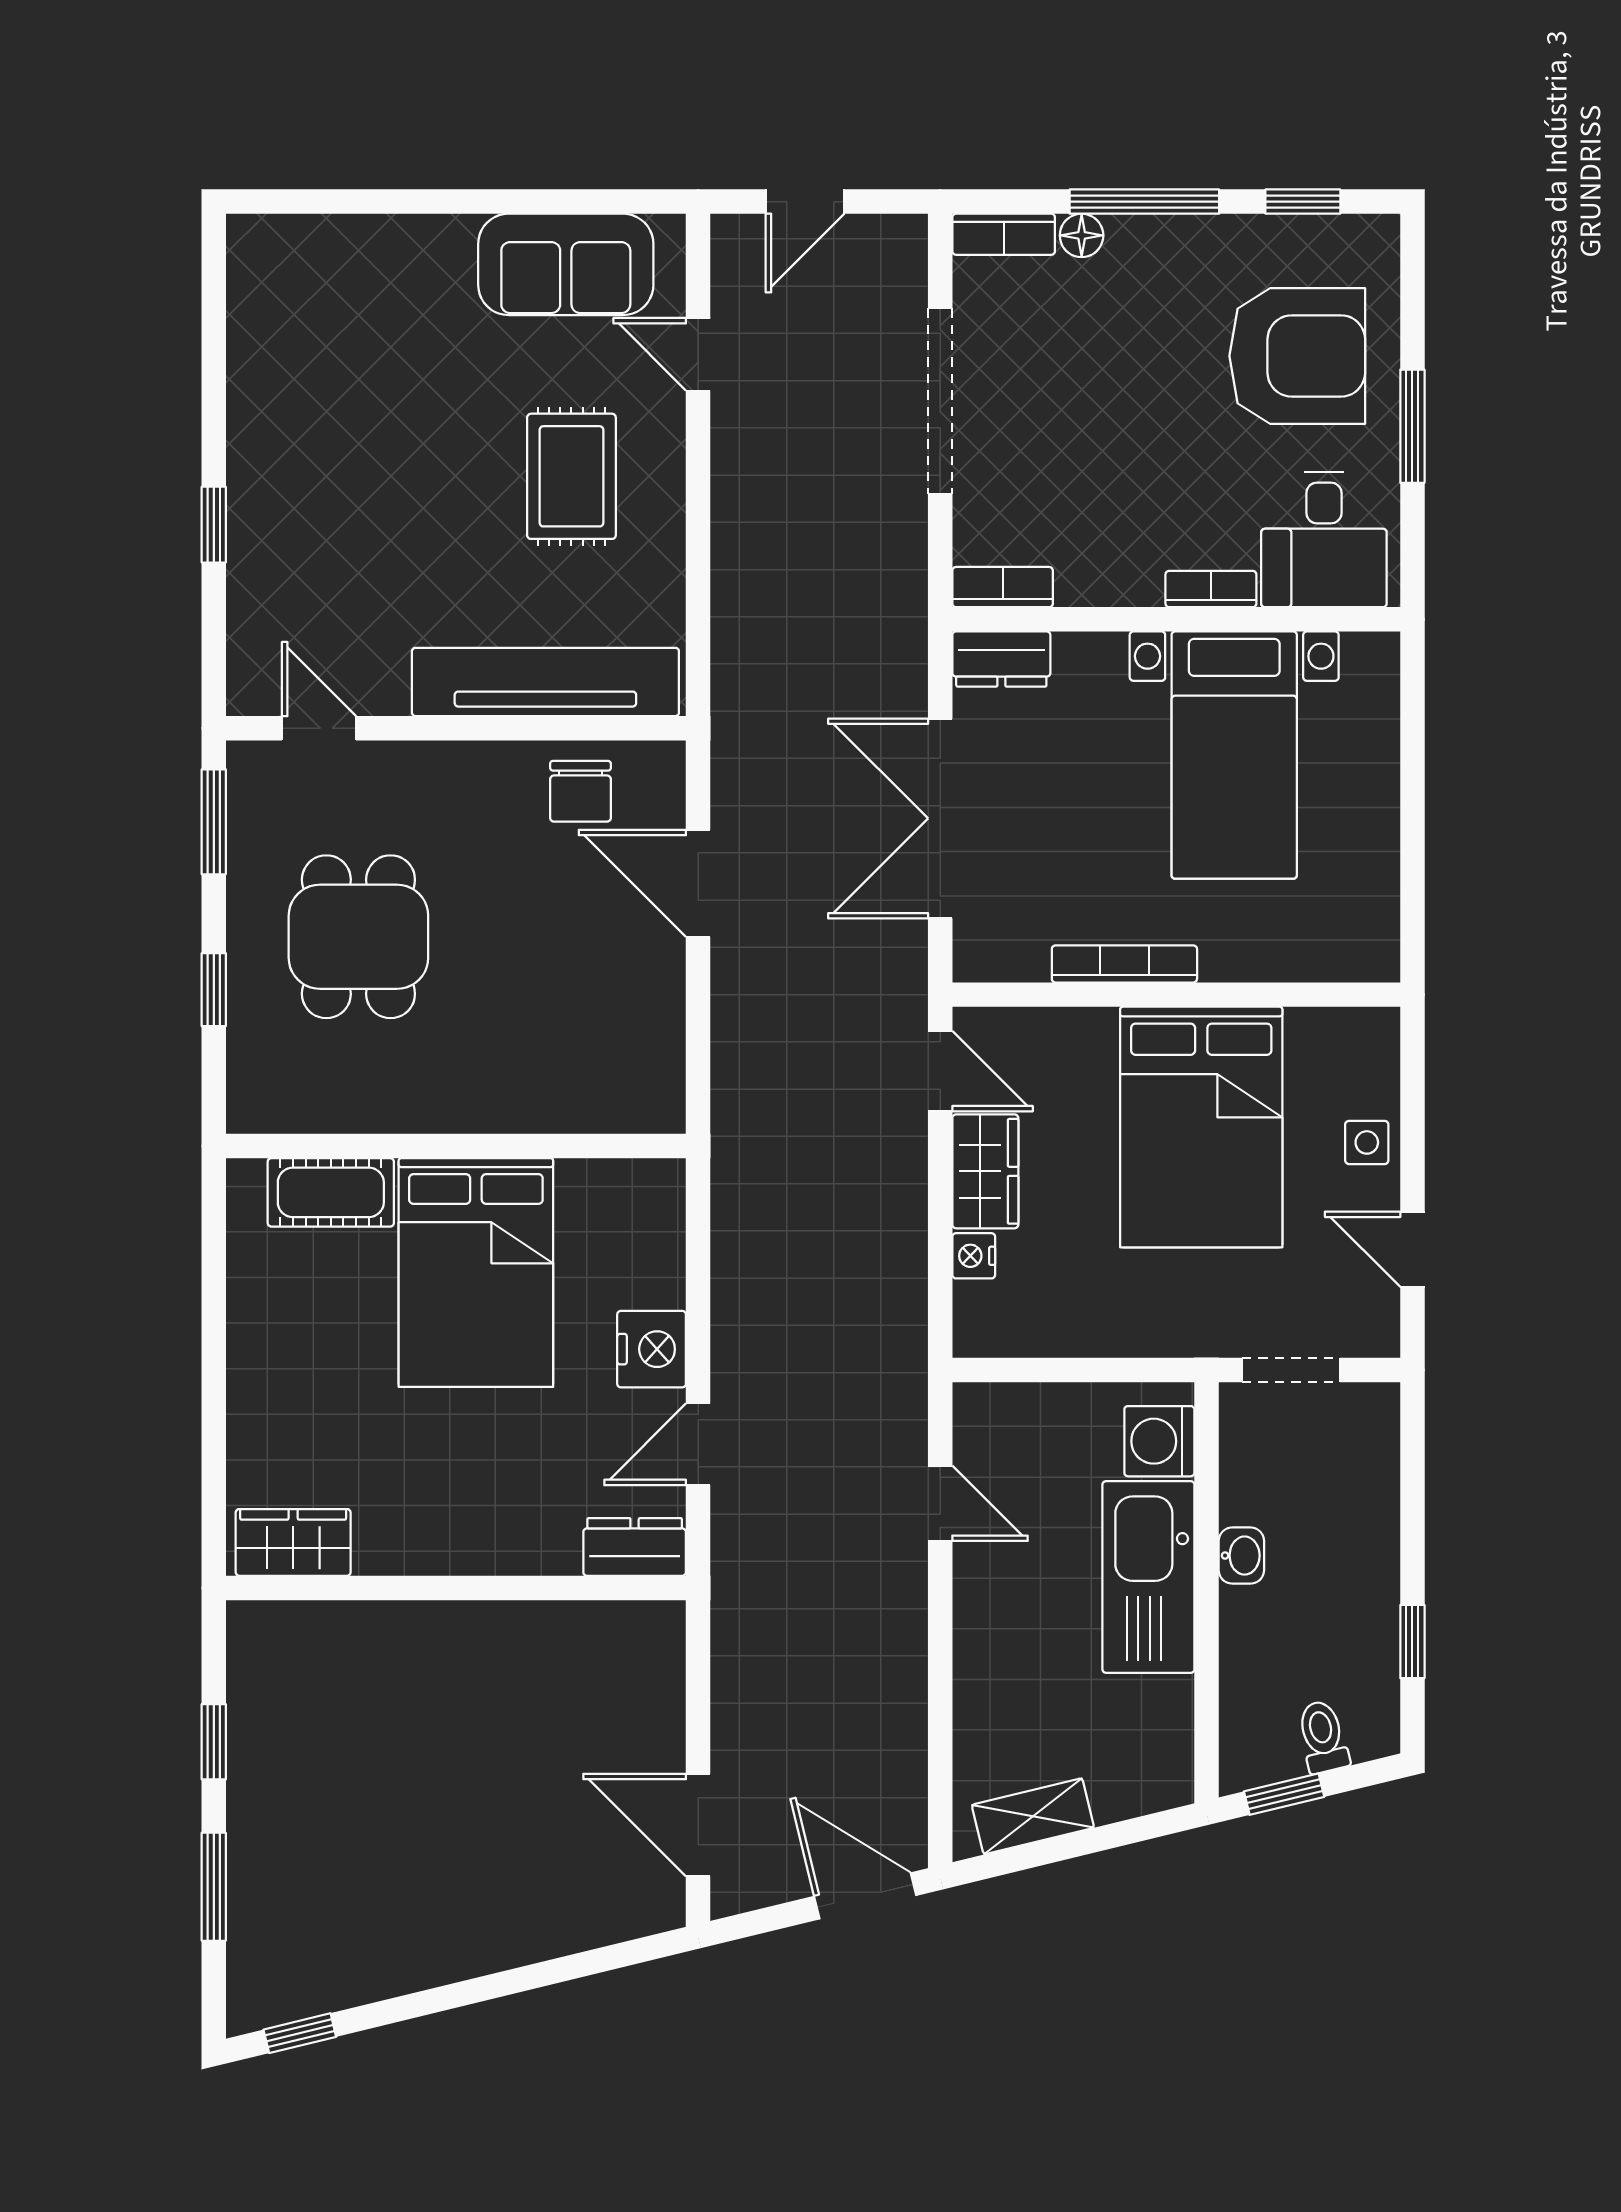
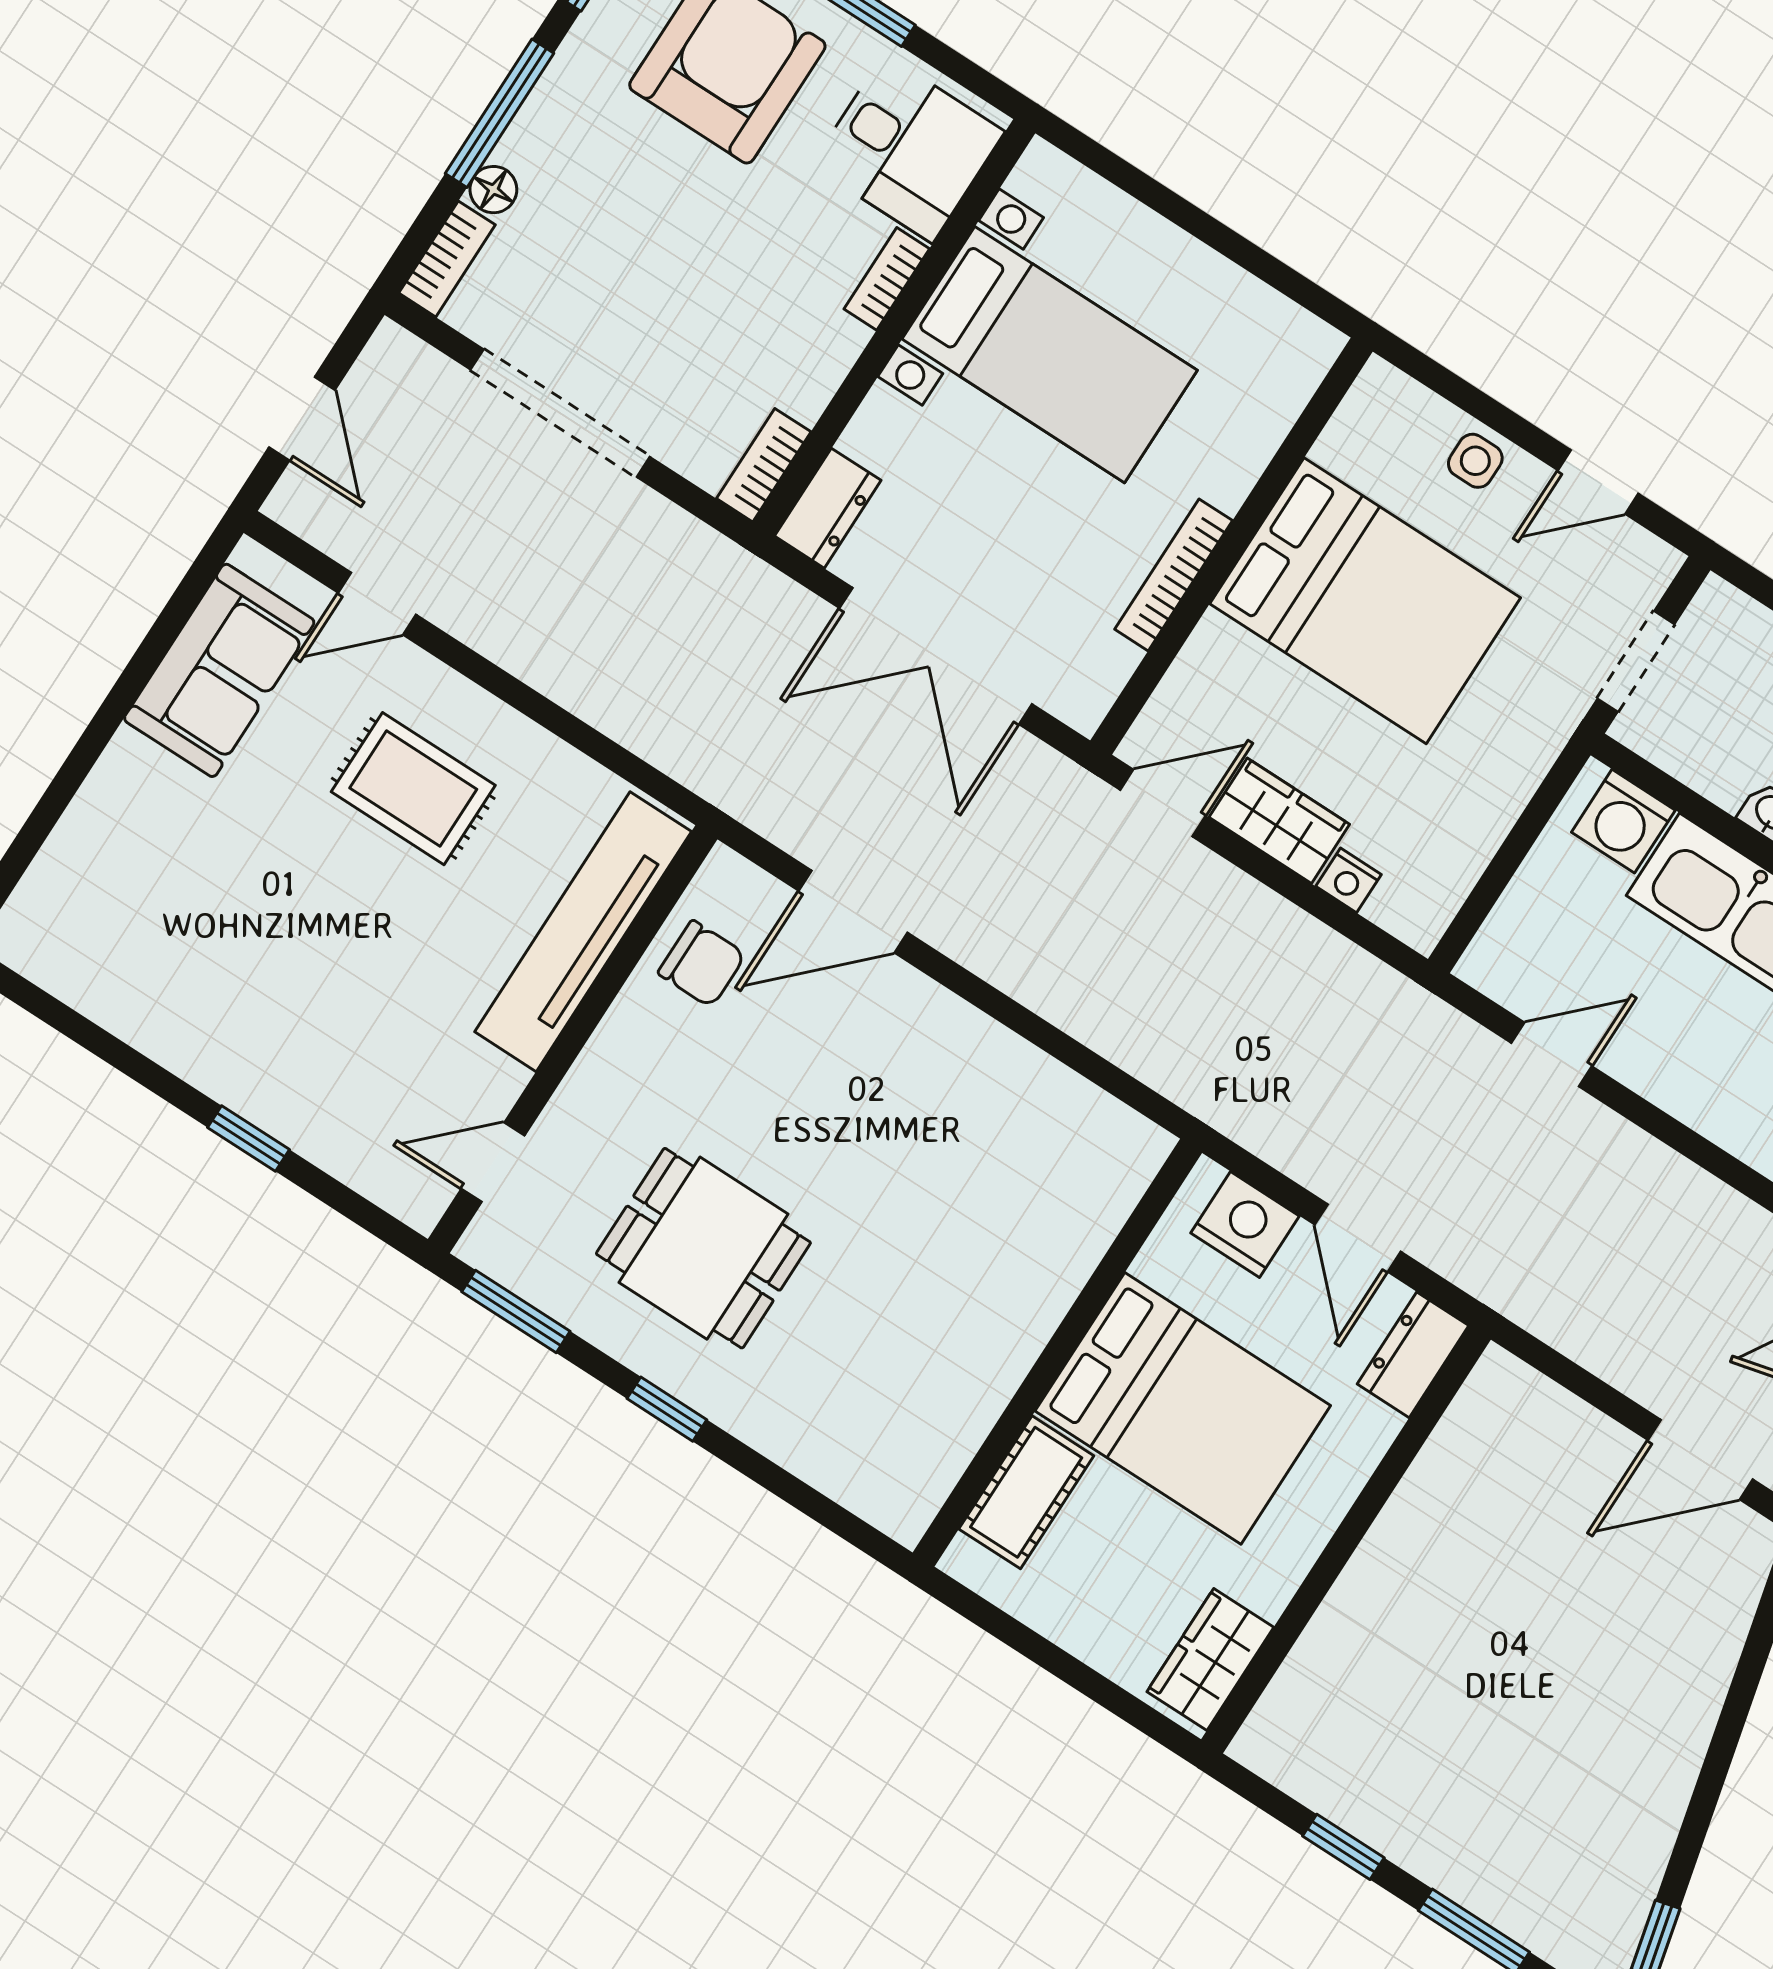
wall: (456, 1146) -> (1057, 1353), moved
cot: (331, 1192) -> (1026, 1492), moved
bed: (476, 1272) -> (1183, 1408), moved

